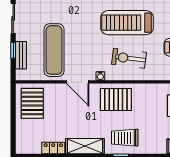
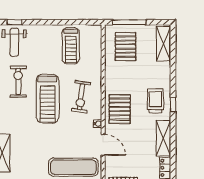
door: (78, 82) -> (103, 145), hinge flipped
trolley: (125, 138) -> (155, 101), turned 180

